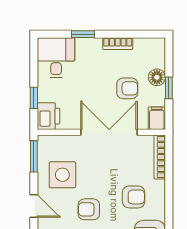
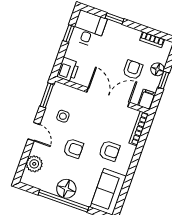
bookcase: (118, 44) -> (152, 40), moved
armchair: (127, 88) -> (133, 70), turned -90
window: (34, 98) -> (69, 34), moved
side table: (62, 175) -> (63, 116), width x0.54, depth x0.54
armchair: (89, 209) -> (73, 148), turned 180

